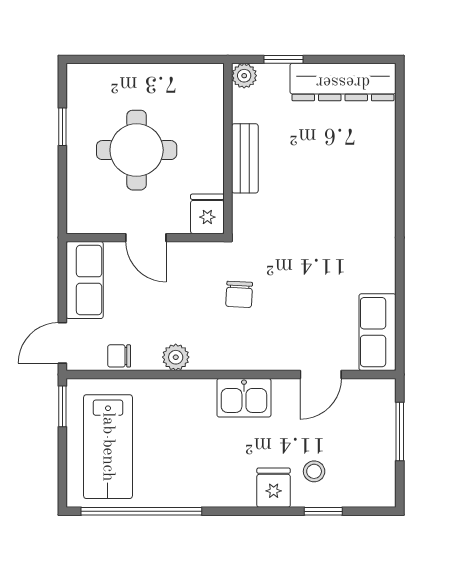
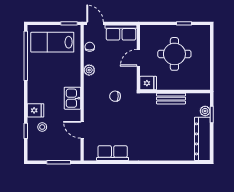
plant: (244, 76) -> (205, 111), moved
row of seats: (377, 332) -> (113, 153), moved

